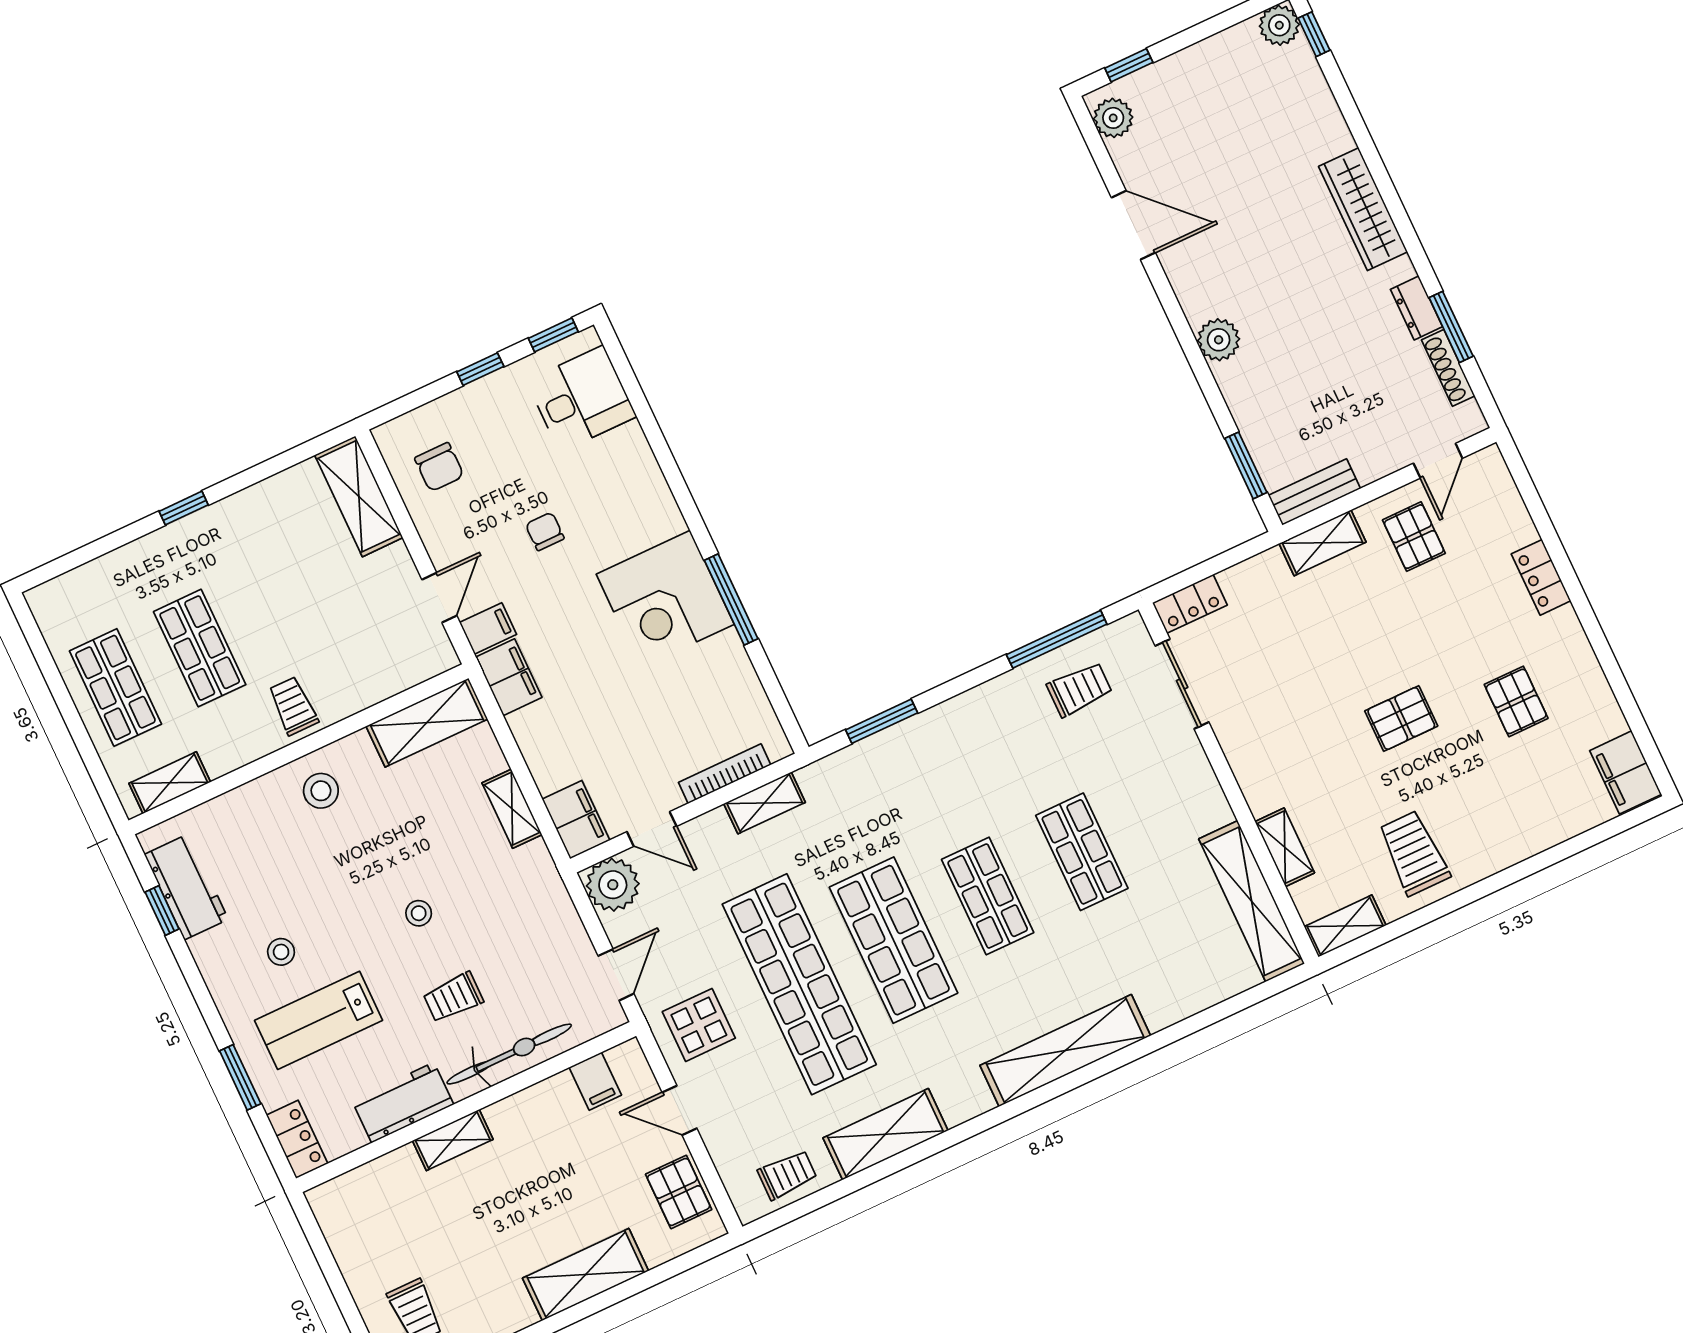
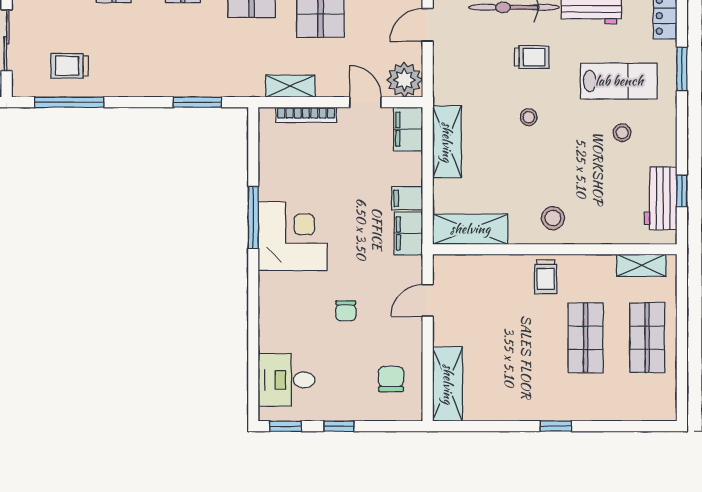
filing cabinet: (488, 628) -> (407, 198), moved
shelving: (512, 809) -> (447, 142), width x1.50, depth x1.33

